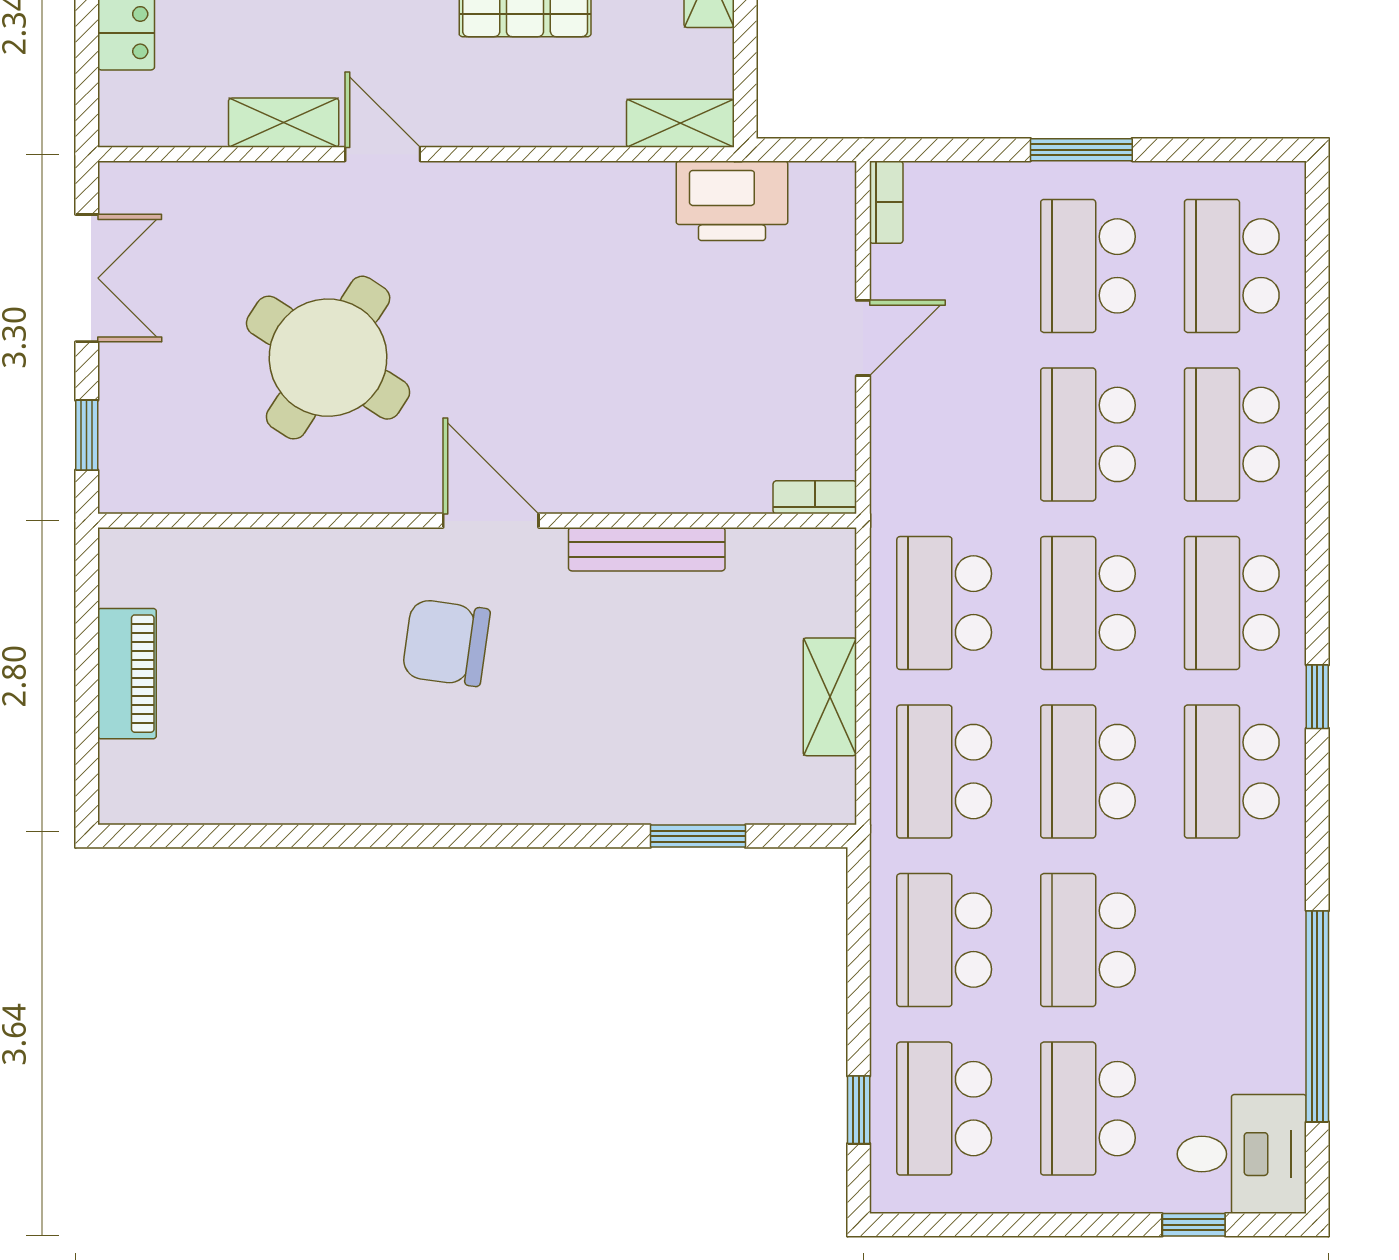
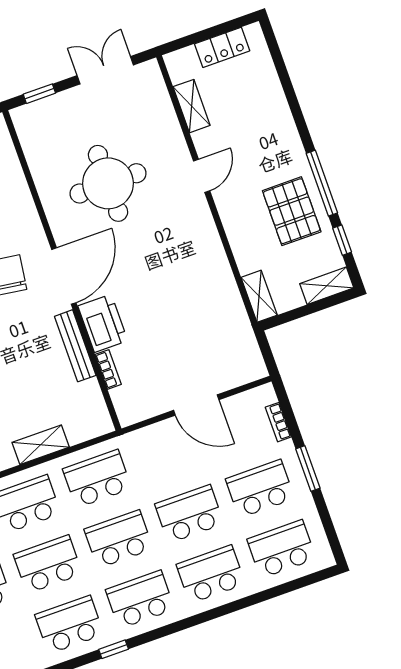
shelving: (284, 123) -> (192, 106), moved
printer: (732, 201) -> (103, 323), moved, turned 180
bookcase: (886, 202) -> (278, 422), moved, turned 90
double door: (87, 278) -> (105, 70), swing flipped
door: (863, 338) -> (196, 405), width x1.38
round table: (328, 358) -> (108, 183), turned -33
bookcase: (815, 497) -> (108, 369), moved
door: (491, 521) -> (64, 276), width x1.36

